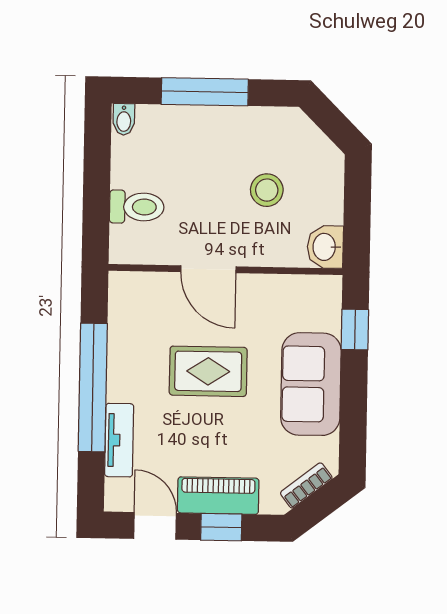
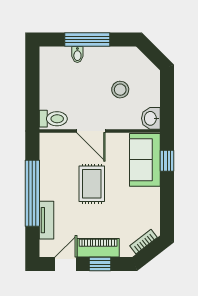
bidet: (124, 119) -> (77, 55), moved
toilet: (137, 207) -> (53, 119), moved
rug: (208, 371) -> (92, 184), turned 90
sofa: (311, 384) -> (145, 160), moved
door: (155, 526) -> (66, 264), hinge flipped

